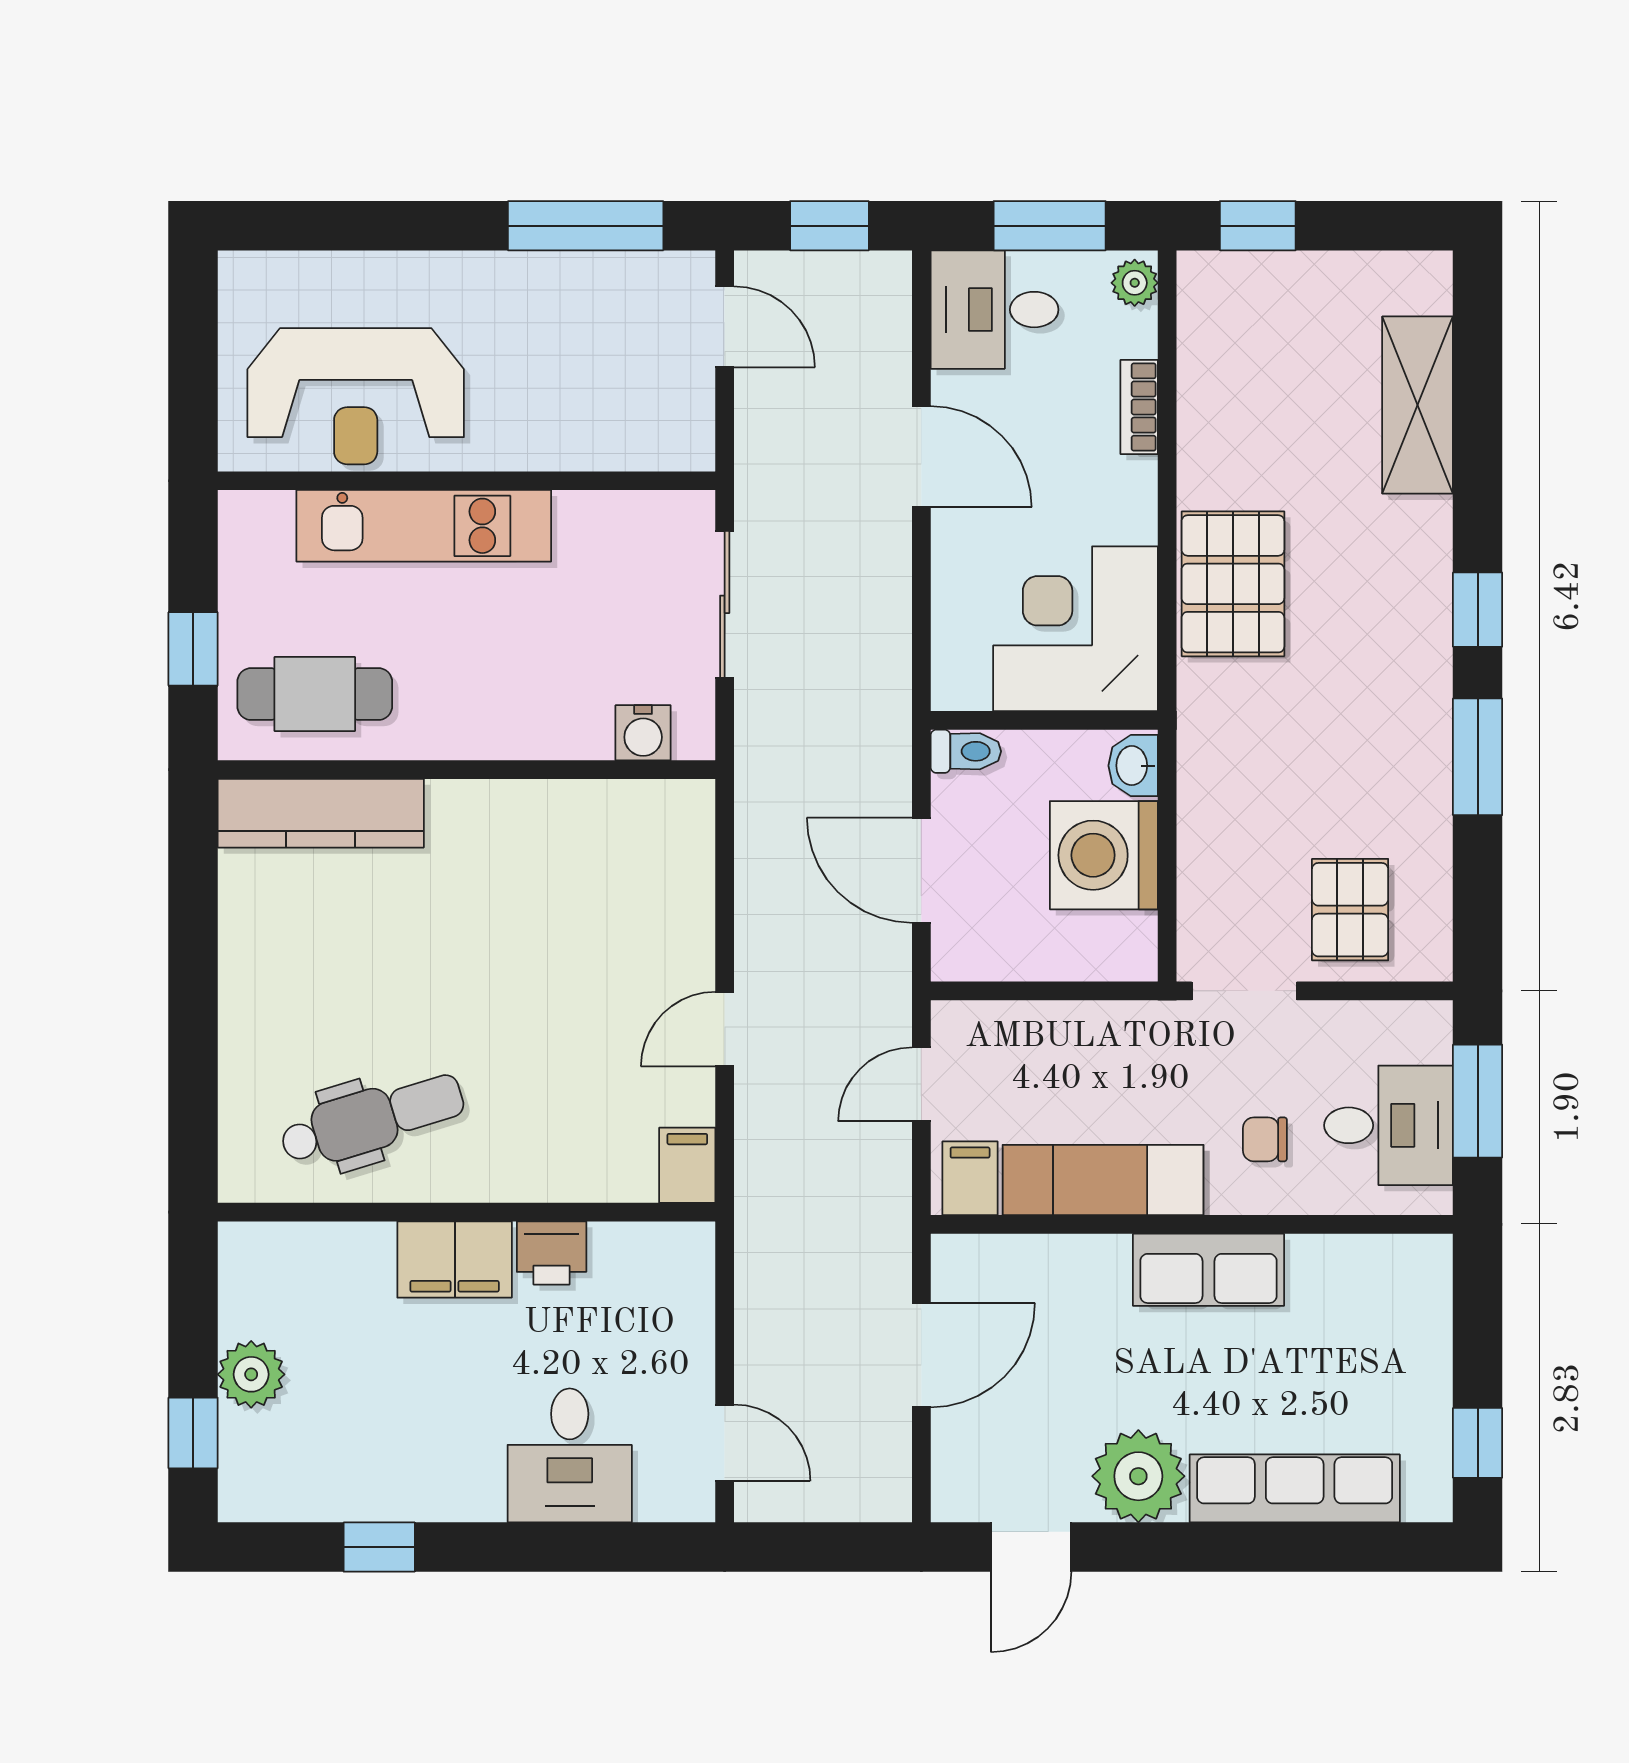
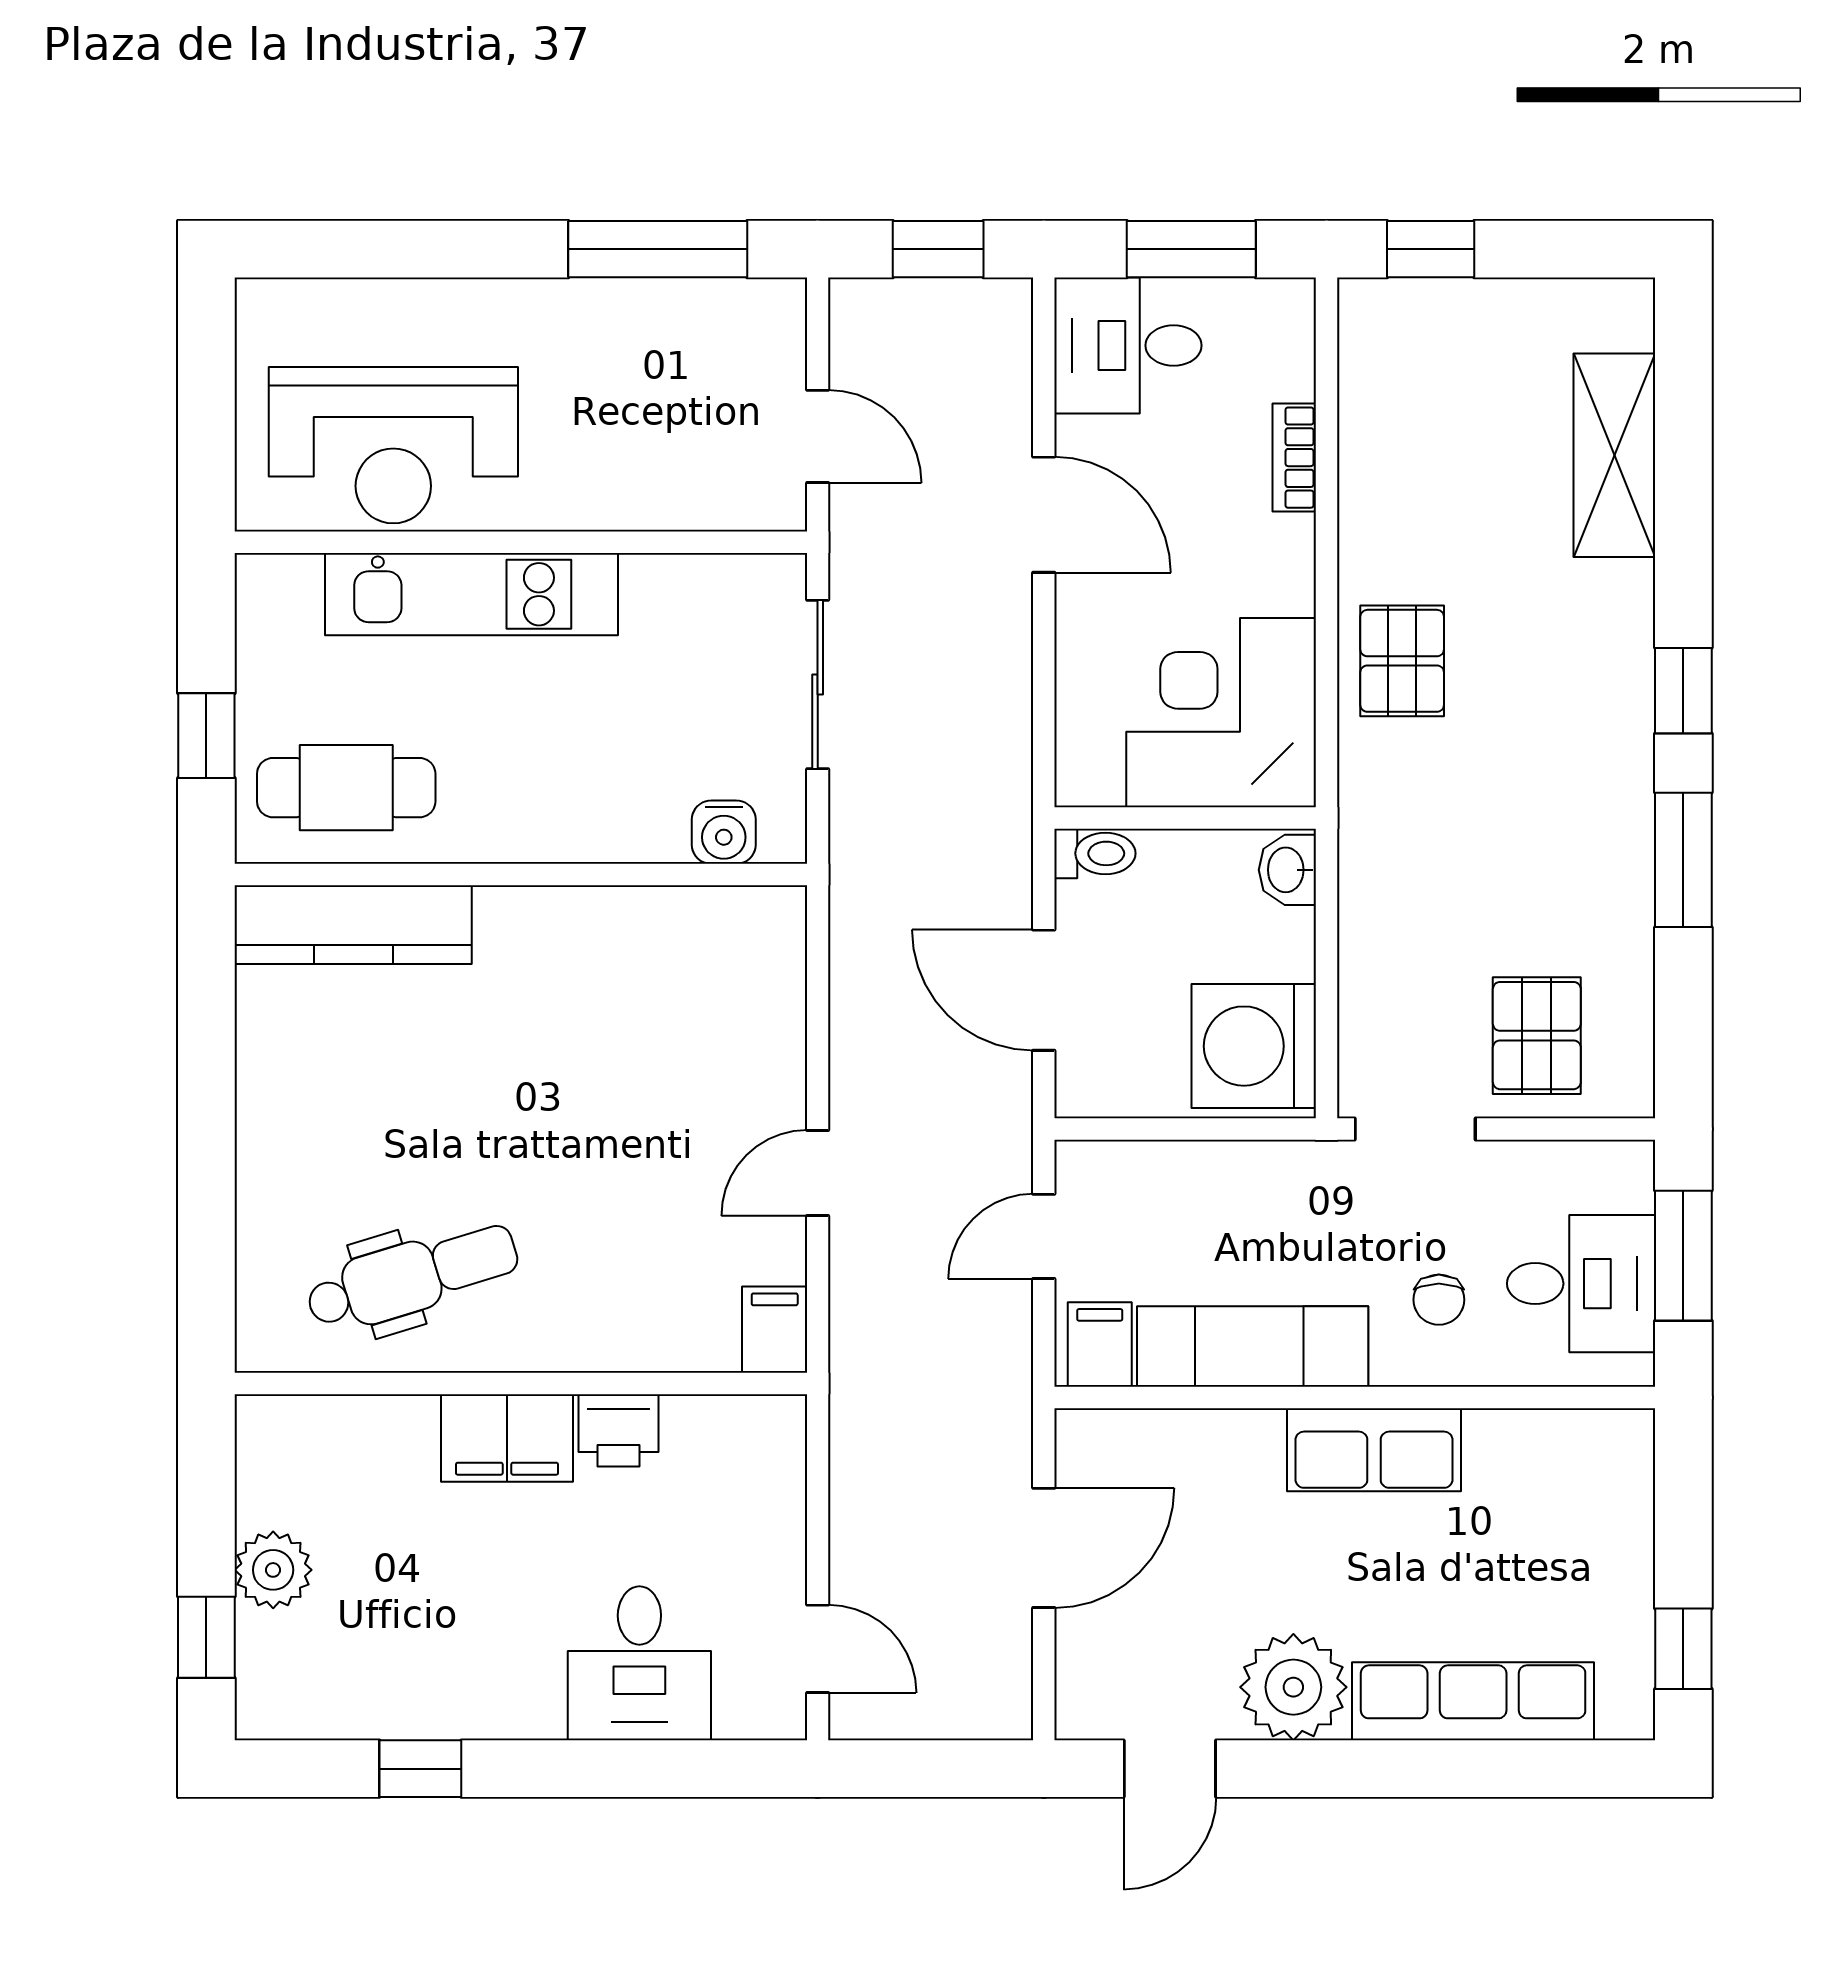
plant: (1135, 283) -> (1289, 315), removed
door: (725, 327) -> (818, 436), moved
pallet: (1233, 584) -> (1402, 661), width x0.67, depth x0.71
washing machine: (1104, 855) -> (1254, 1046), moved
chair: (1265, 1139) -> (1439, 1300), turned -90

